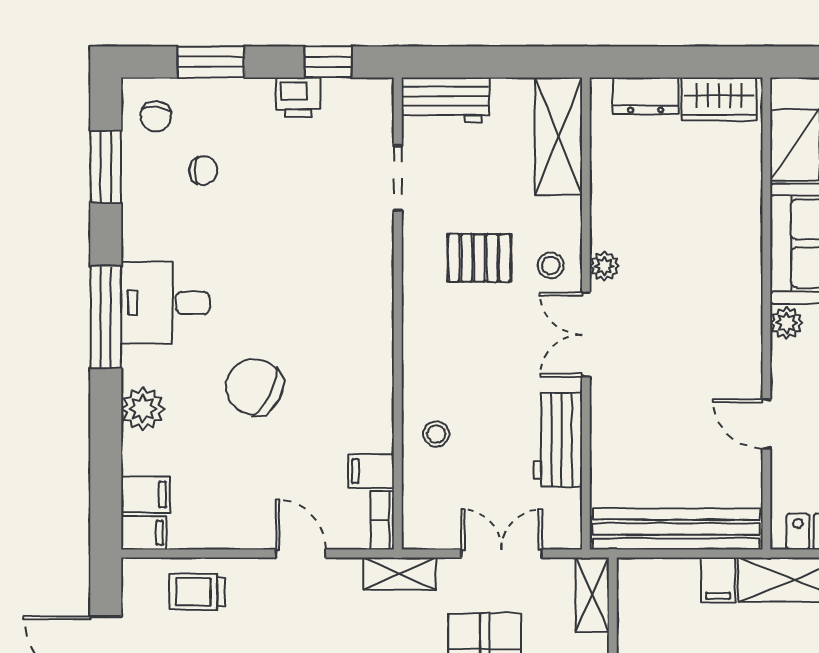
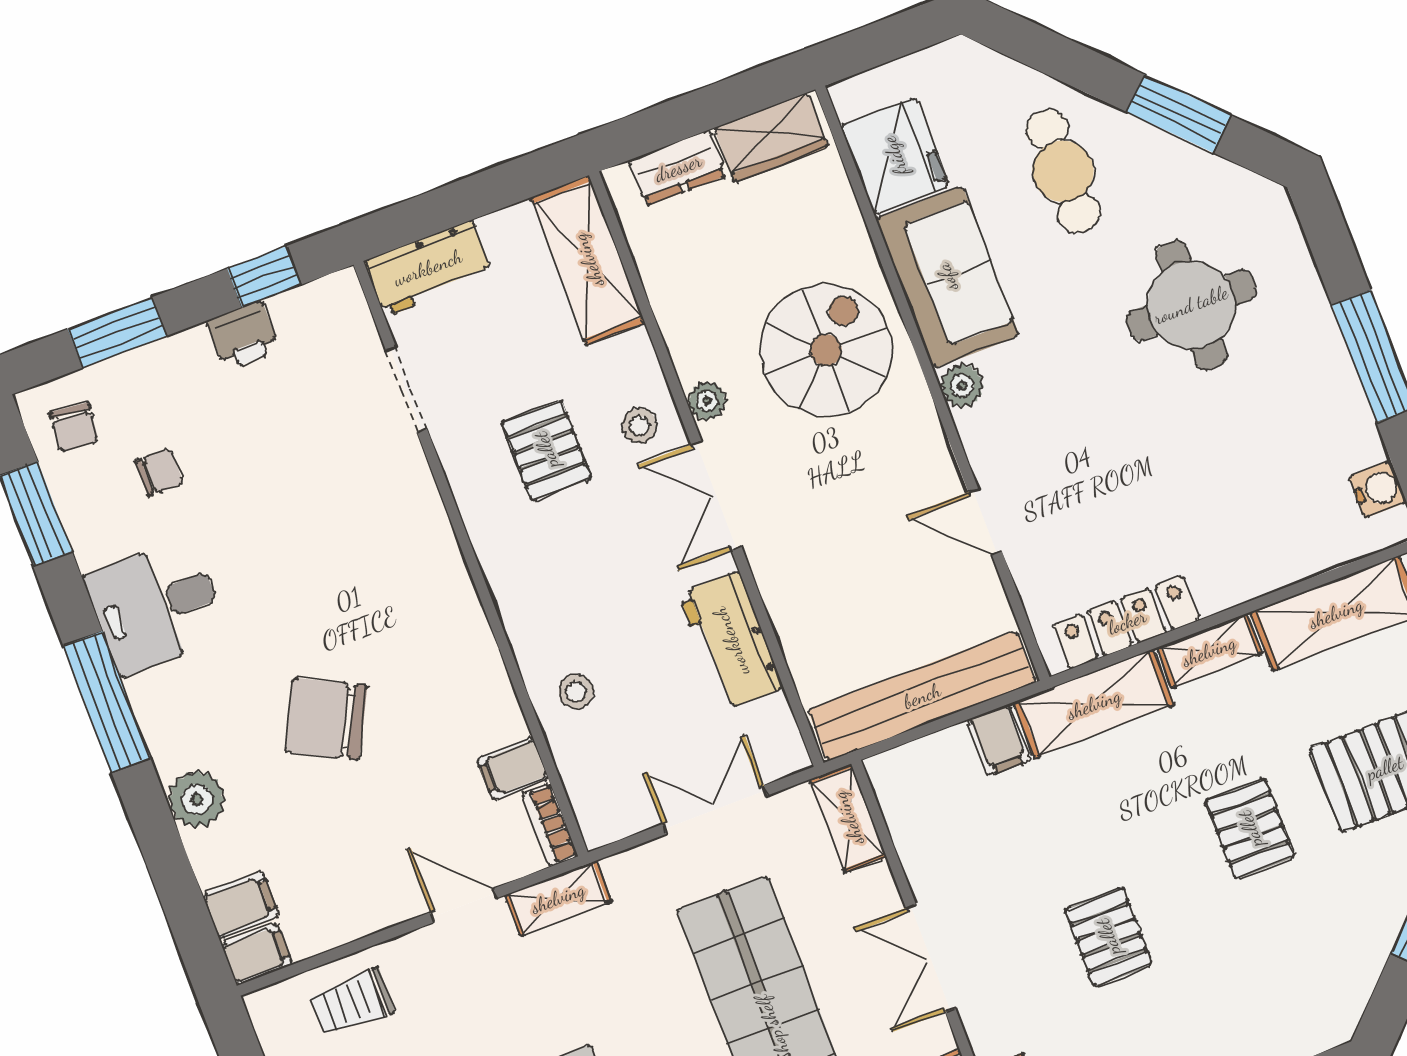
pallet: (479, 258) -> (546, 450), turned 90
spiral stairs: (701, 262) -> (826, 350), added
desk: (165, 303) -> (156, 607), moved
shelving: (400, 574) -> (558, 898), moved

